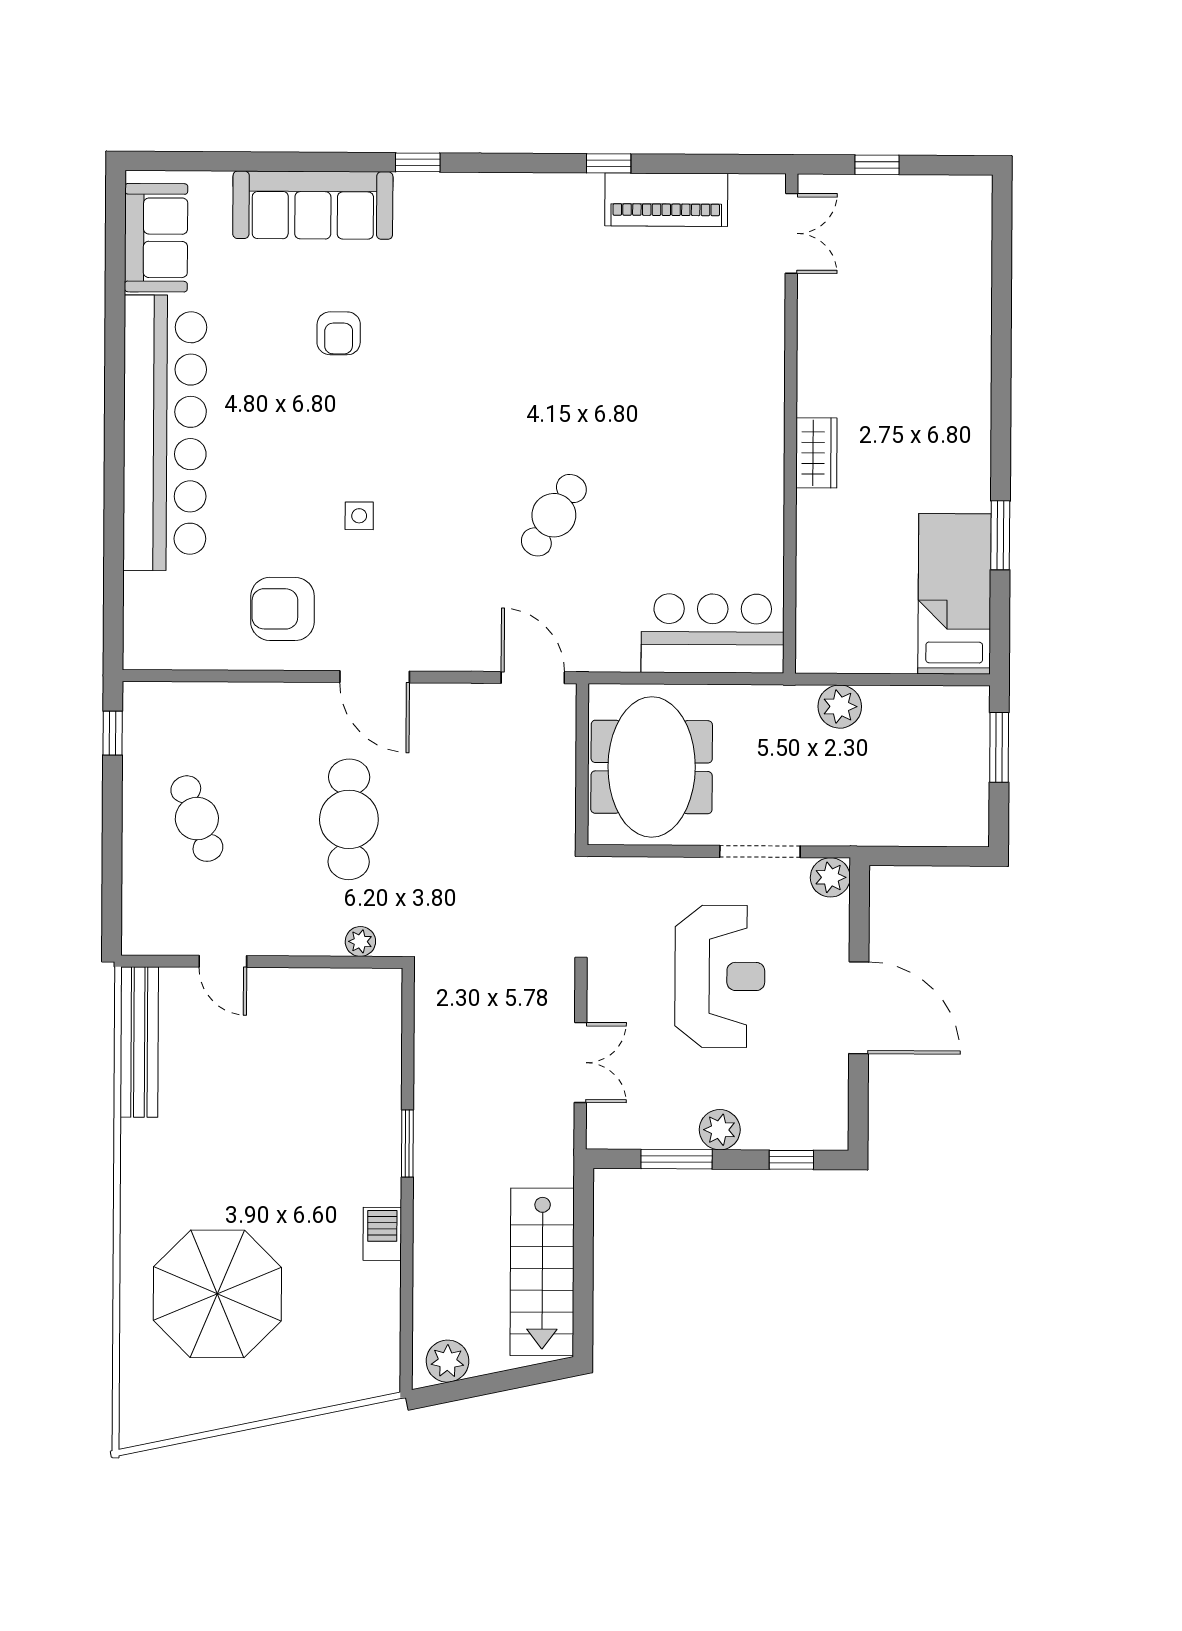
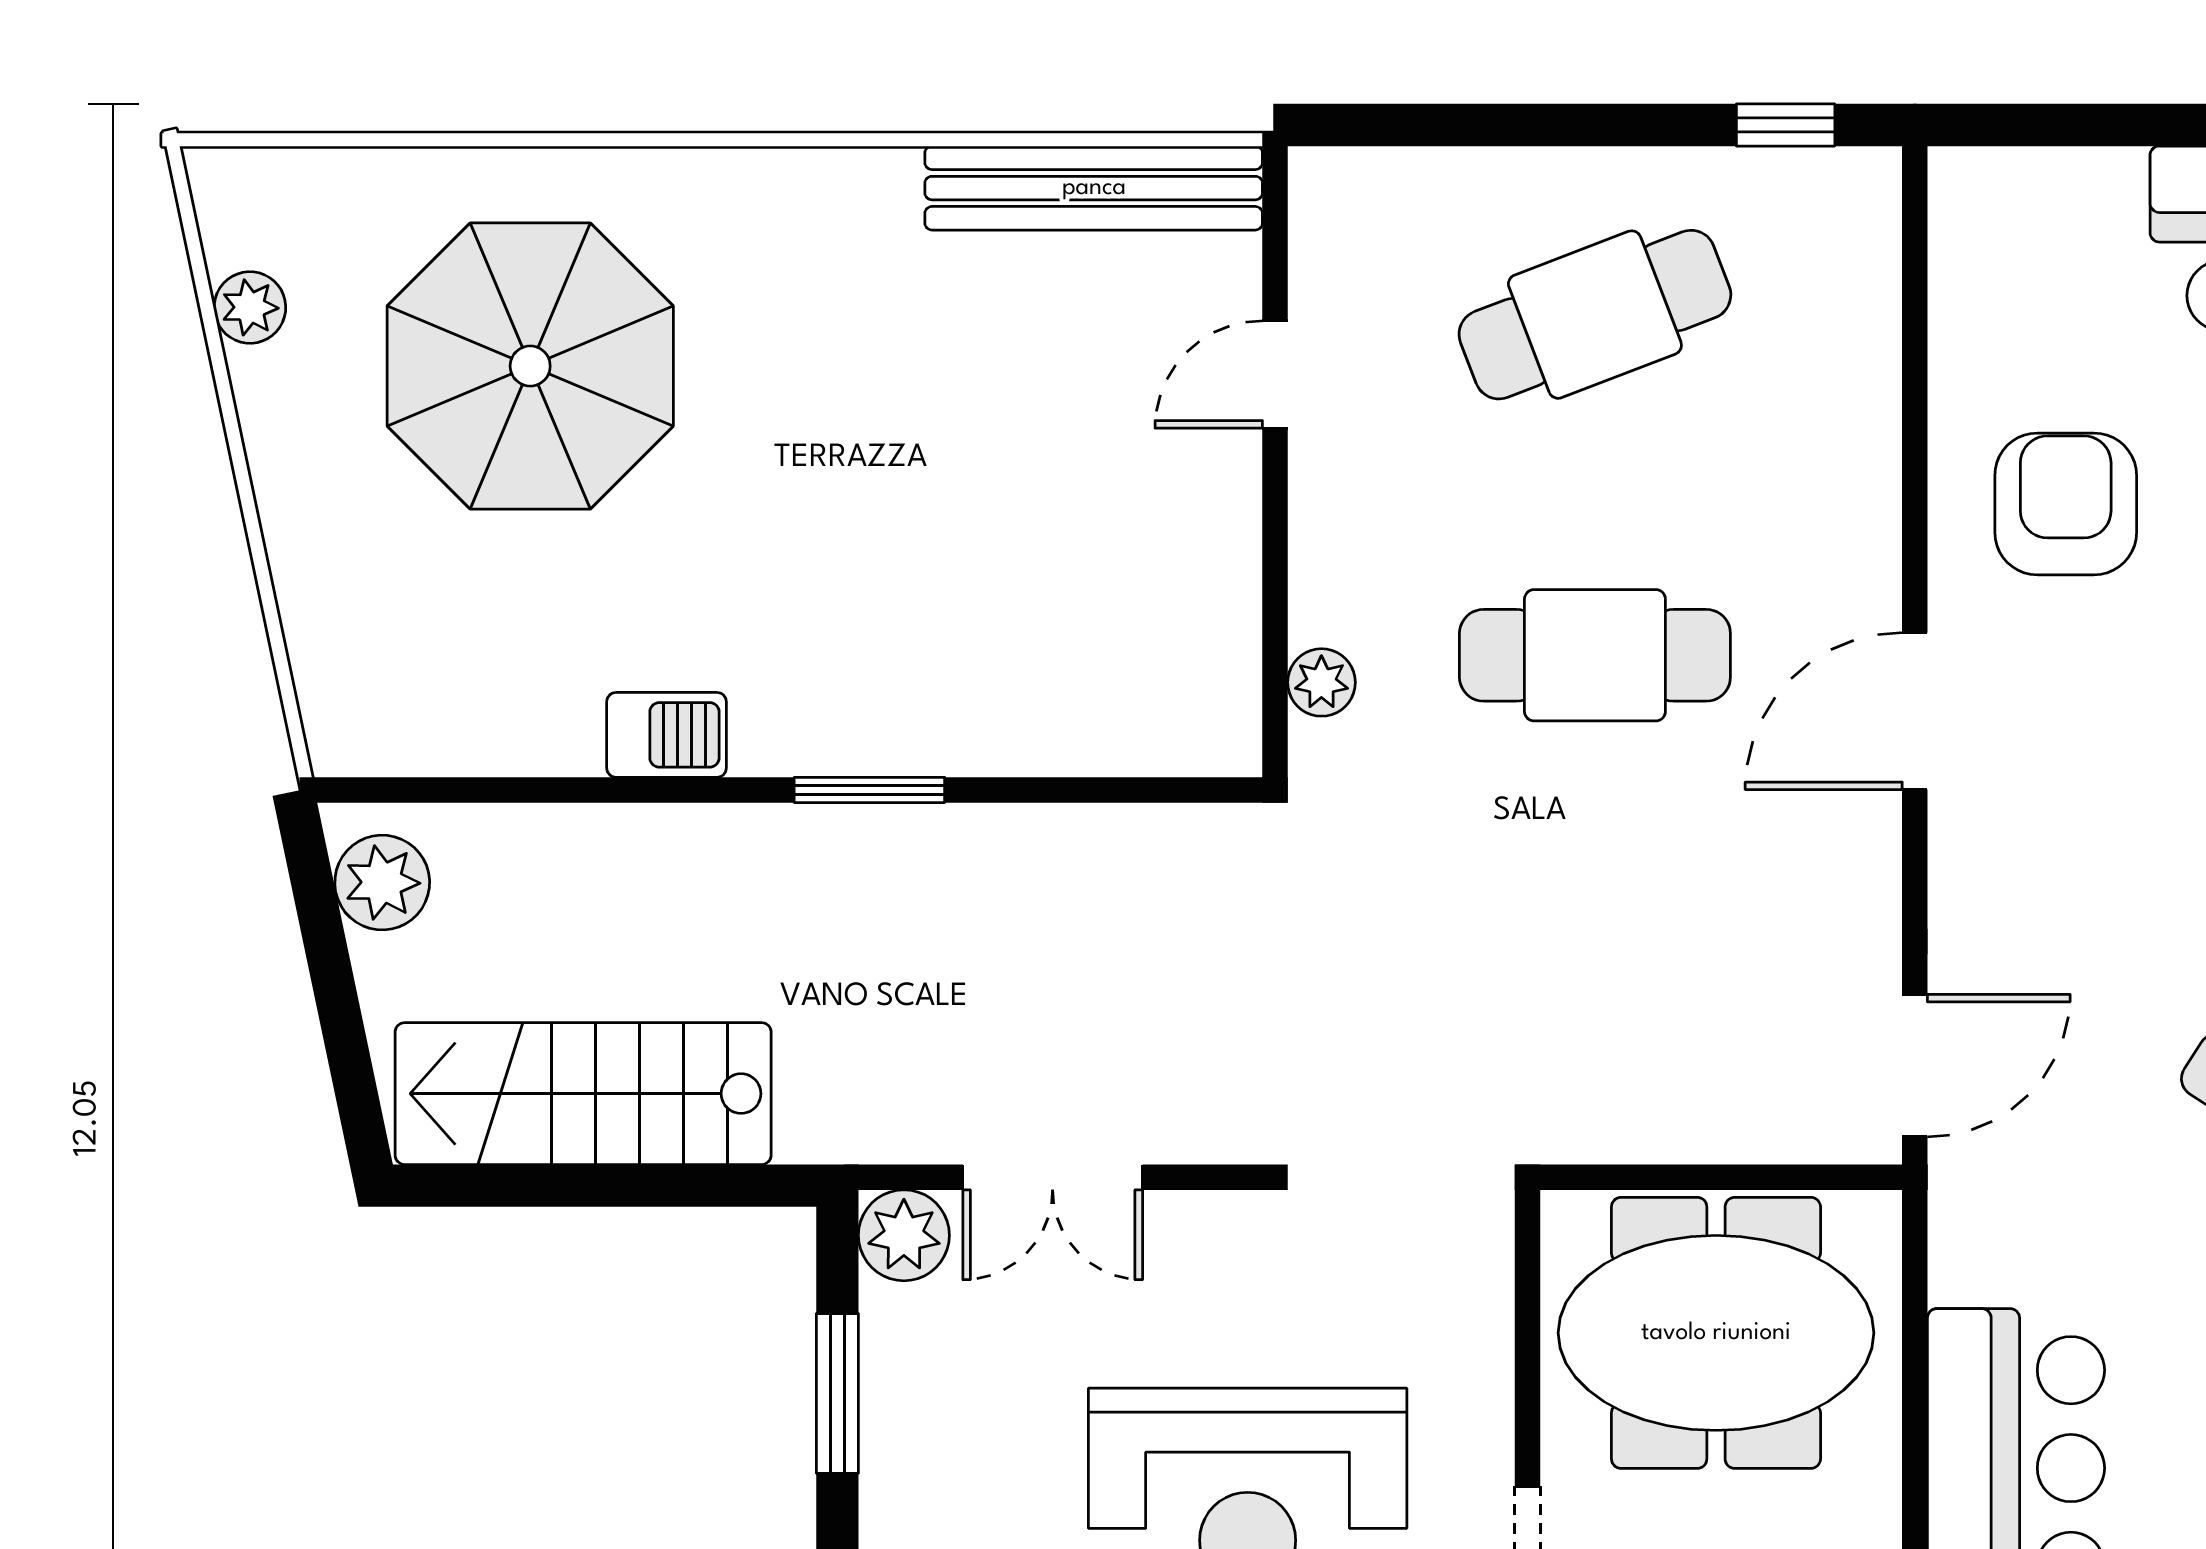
cafe table: (197, 819) -> (1595, 315), width x1.37, depth x1.35
plant: (720, 1130) -> (904, 1235), moved
plant: (191, 1419) -> (250, 307), added

